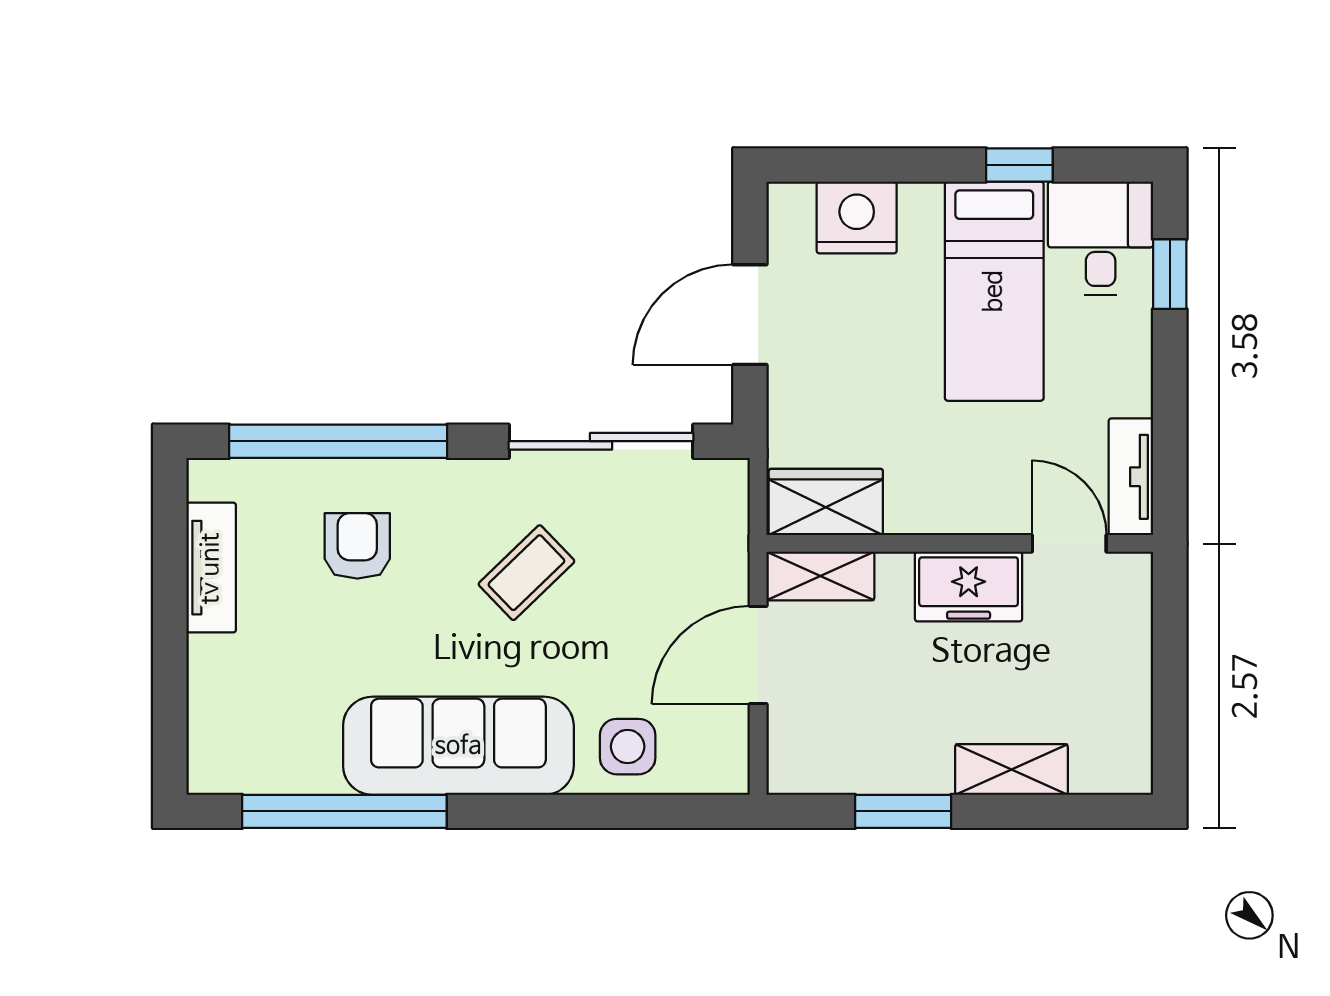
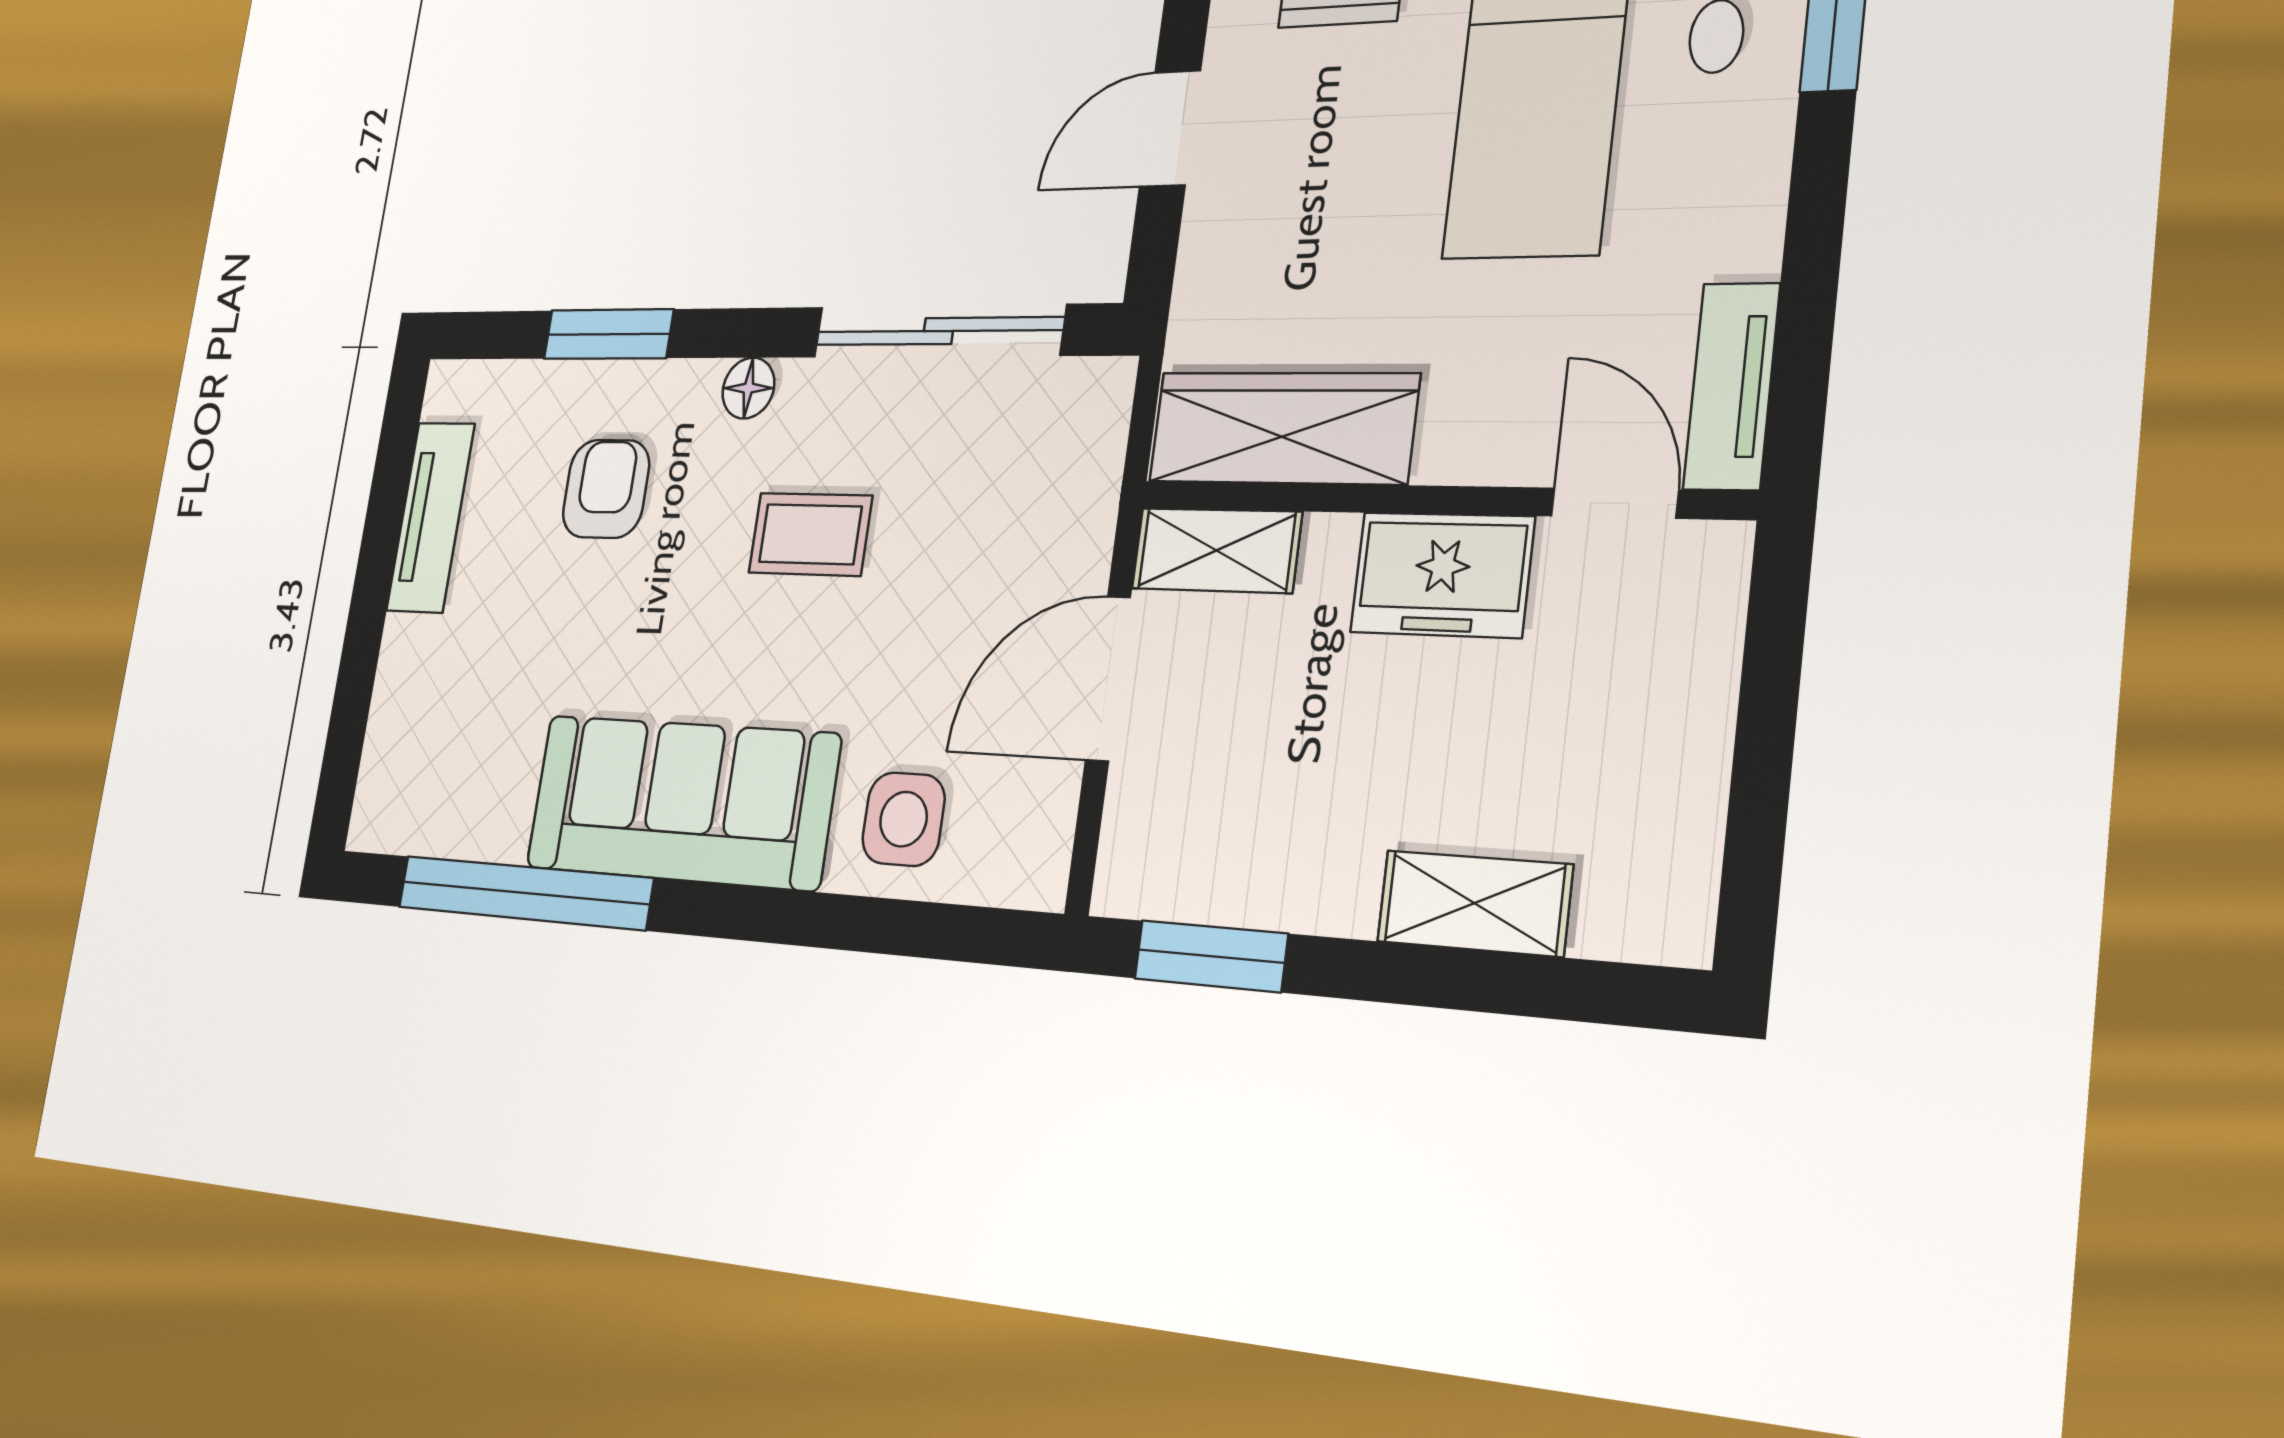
door: (750, 315) -> (1170, 129), width x0.73
window: (338, 441) -> (608, 334), width x0.47
floor lamp: (460, 478) -> (748, 388), added
wardrobe: (826, 502) -> (1283, 428), width x1.50
coffee table: (526, 573) -> (810, 534), turned 44
window: (903, 811) -> (1211, 956), moved

